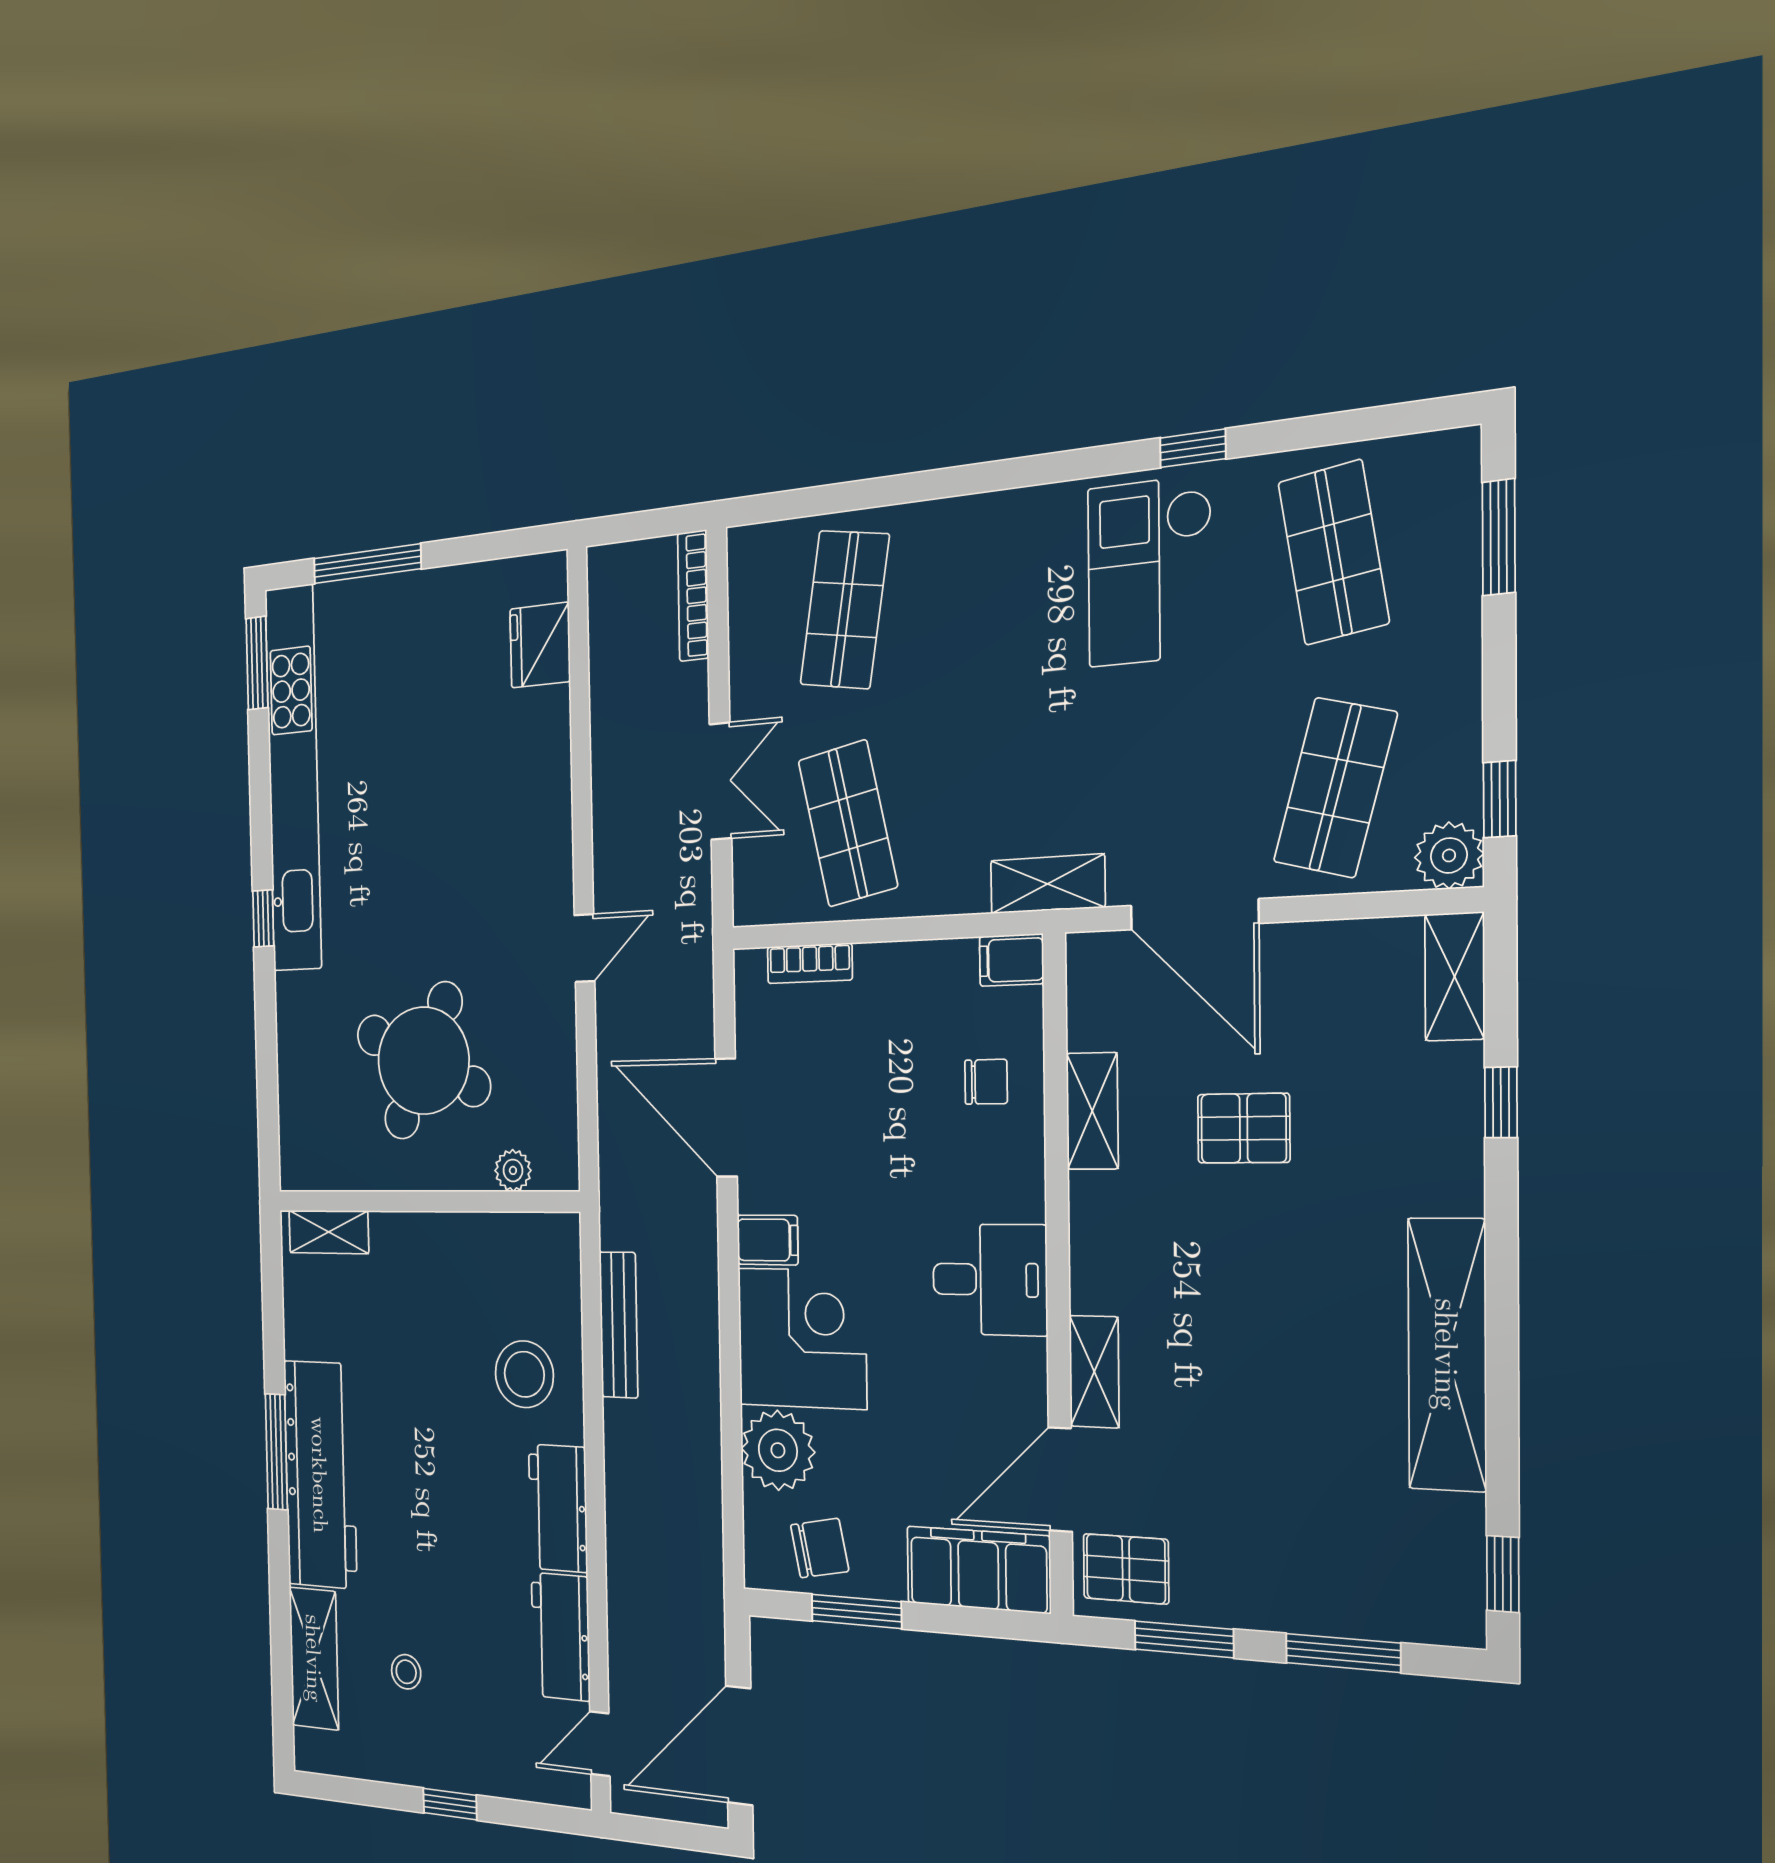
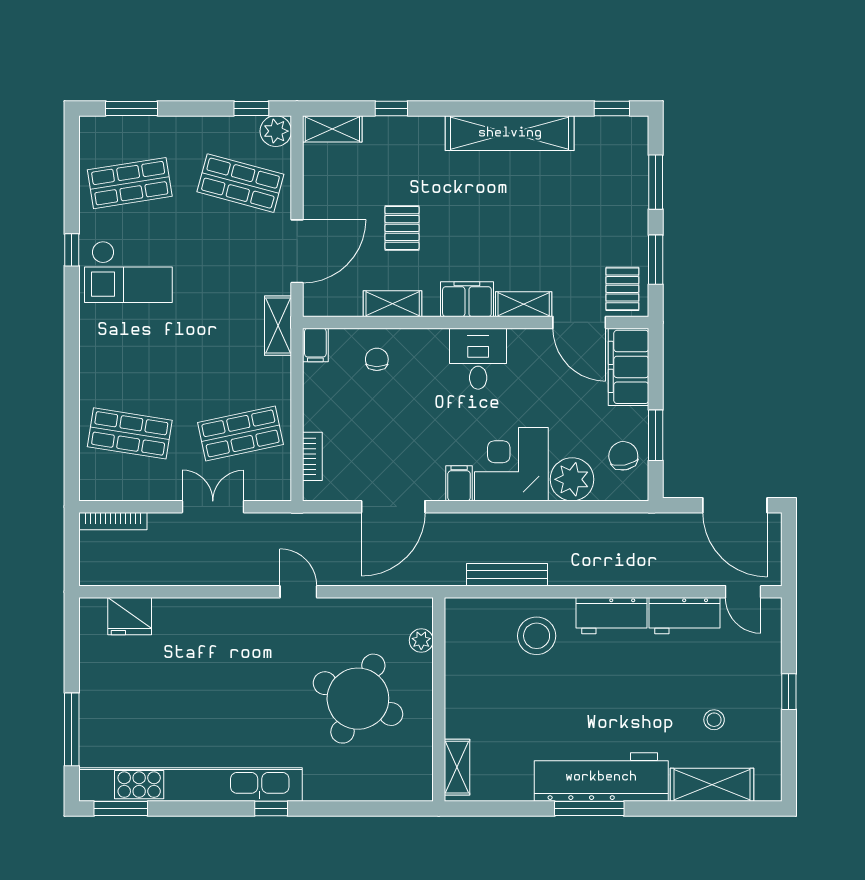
filing cabinet: (1103, 1259) -> (467, 299), added

